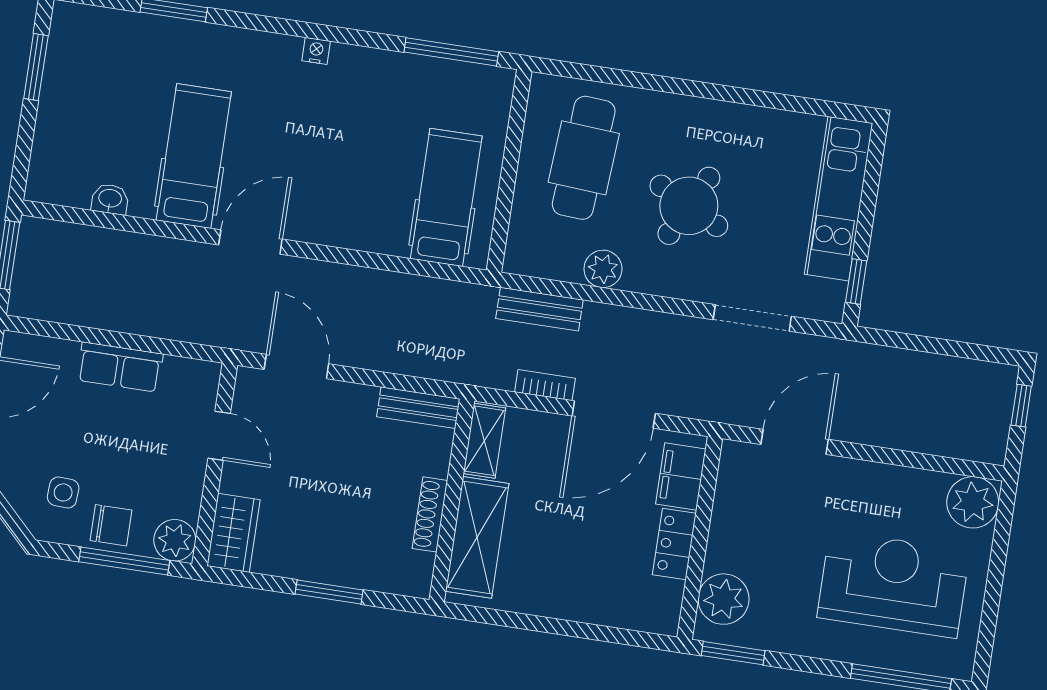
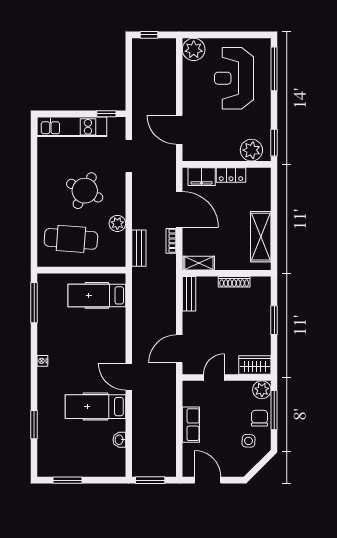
shelving: (477, 537) -> (261, 237), moved, turned 90

